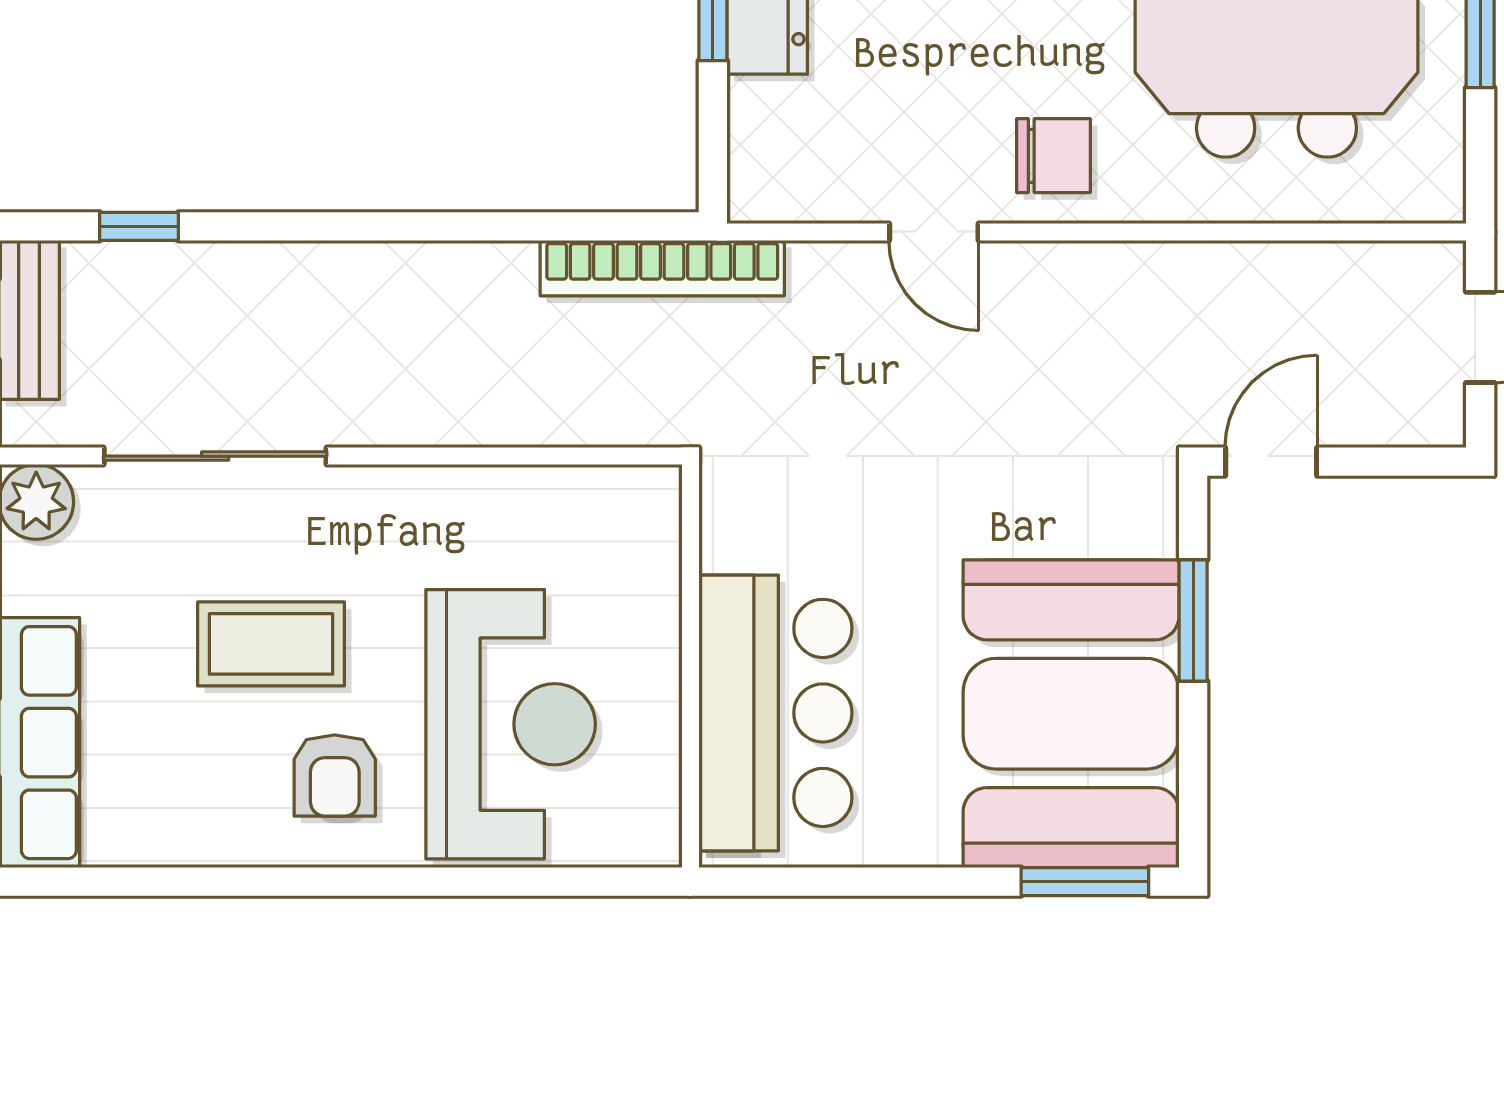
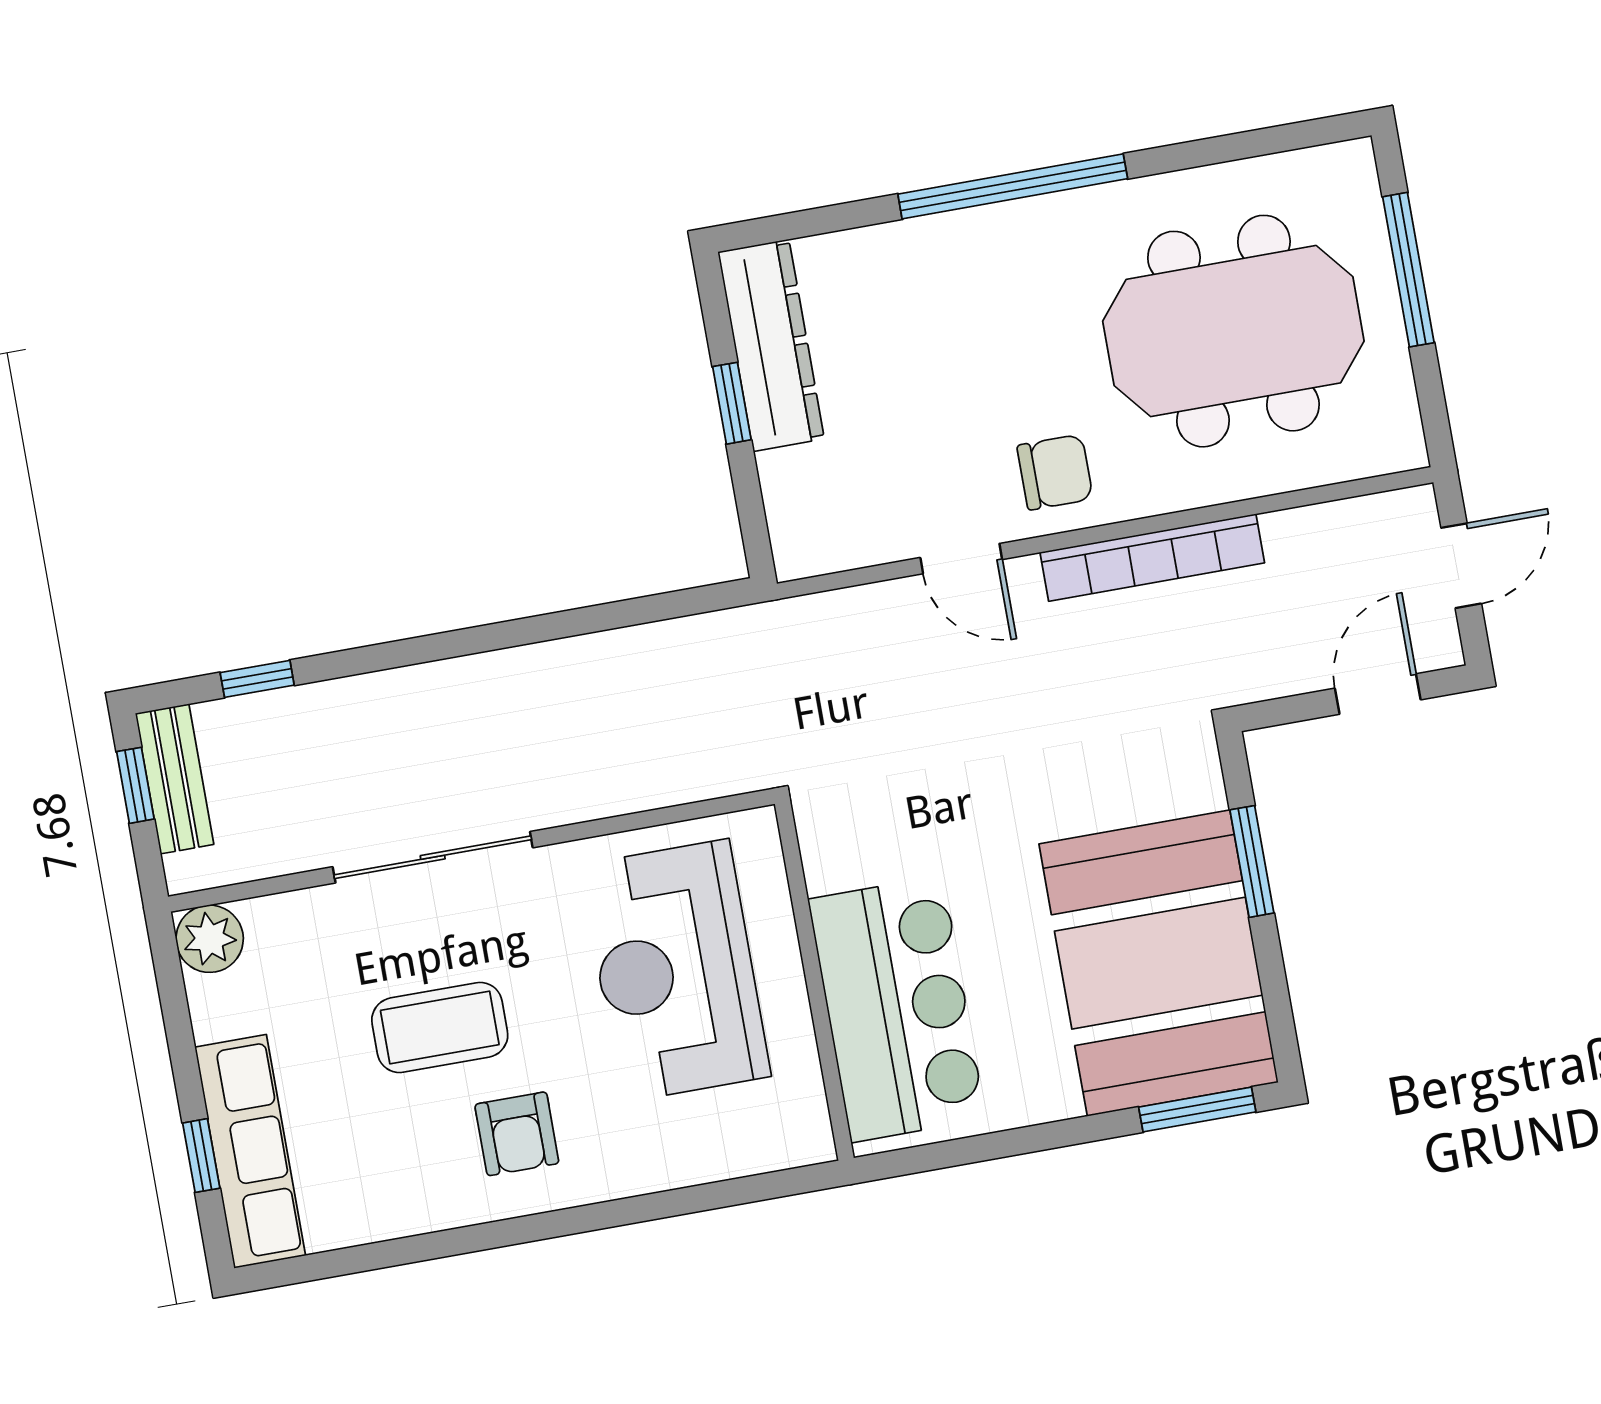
bookcase: (662, 268) -> (1152, 558), moved
sliding door: (215, 456) -> (433, 857), moved
door: (1271, 462) -> (1378, 694), moved
reception desk: (511, 724) -> (675, 971), moved, turned 180

